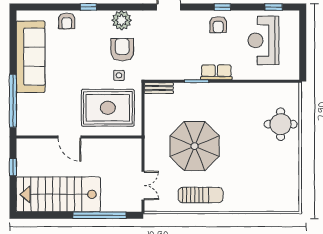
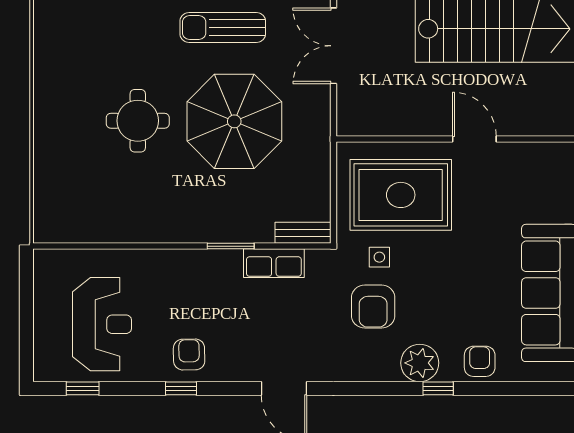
plant: (122, 20) -> (420, 363), moved
row of seats: (216, 72) -> (274, 263), moved
round table: (281, 124) -> (138, 121), moved
double door: (143, 185) -> (333, 46), width x1.37

